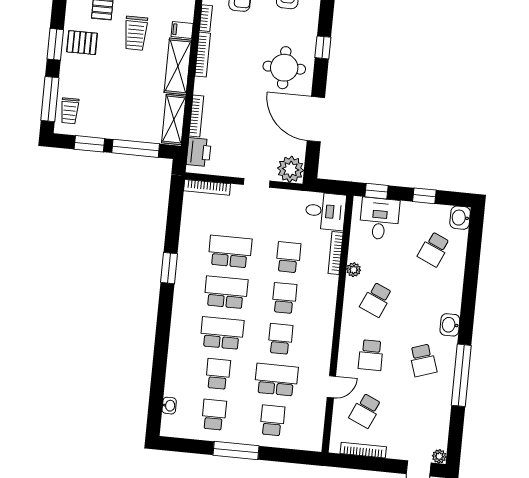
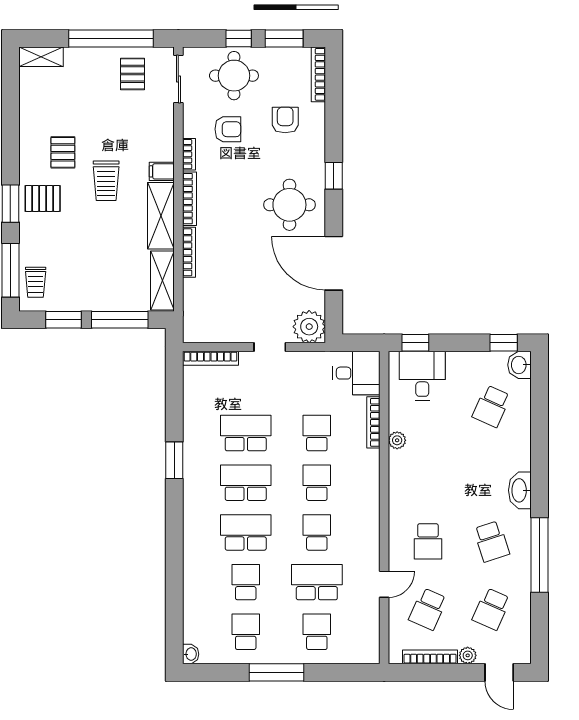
bookcase: (196, 116) -> (189, 252), moved
printer: (199, 152) -> (196, 317), removed
window: (424, 196) -> (504, 343), moved
school desk: (376, 300) -> (491, 609), moved
washbasin: (450, 325) -> (520, 490), width x1.38
washbasin: (169, 406) -> (191, 654), moved
plant: (439, 456) -> (468, 655), moved

